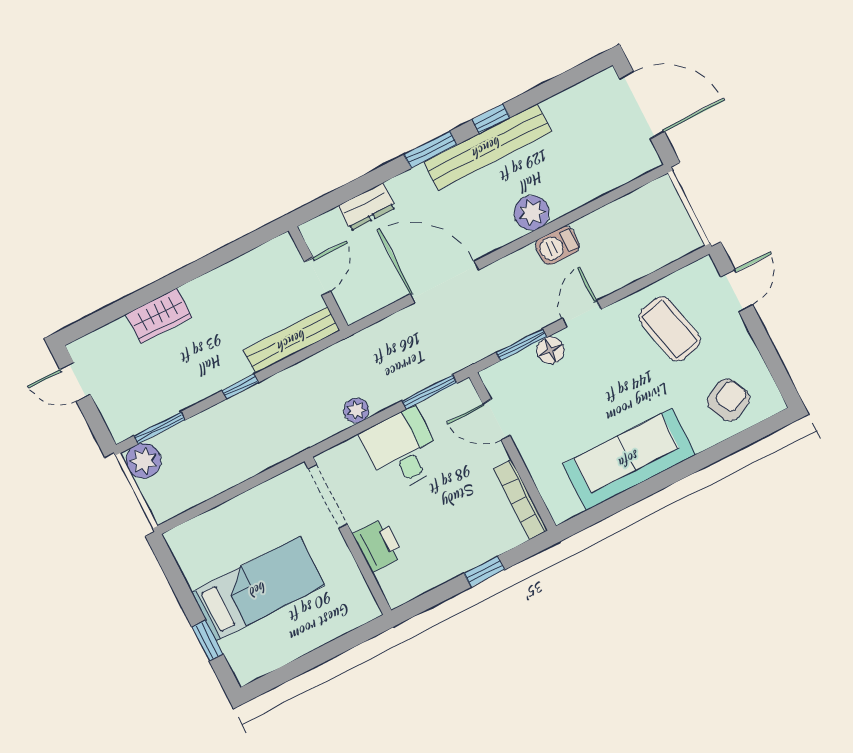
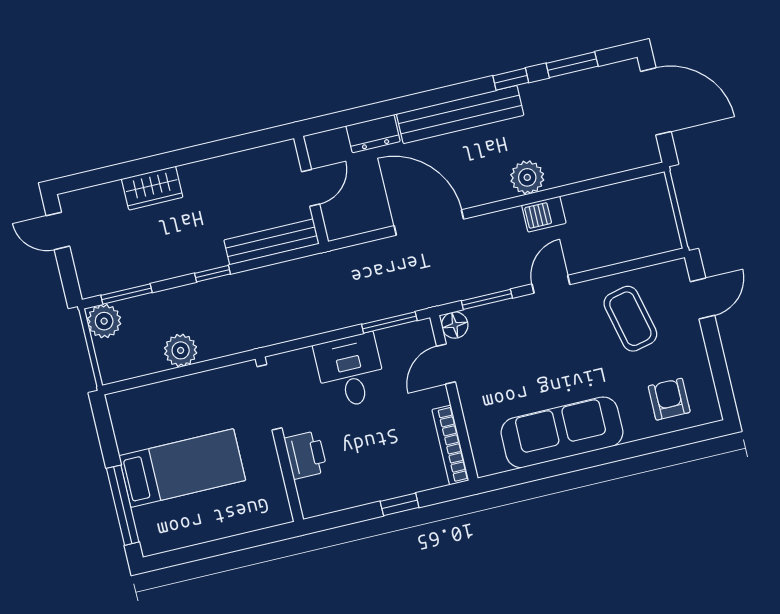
bench: (487, 147) -> (460, 115), moved
window: (431, 150) -> (572, 65), moved
floor lamp: (551, 350) -> (455, 325), moved
armchair: (728, 400) -> (669, 399), turned -65
plant: (356, 410) -> (181, 350), moved, width x1.38, depth x1.38
door: (496, 420) -> (446, 364), hinge flipped
window: (207, 640) -> (123, 505), width x2.17

